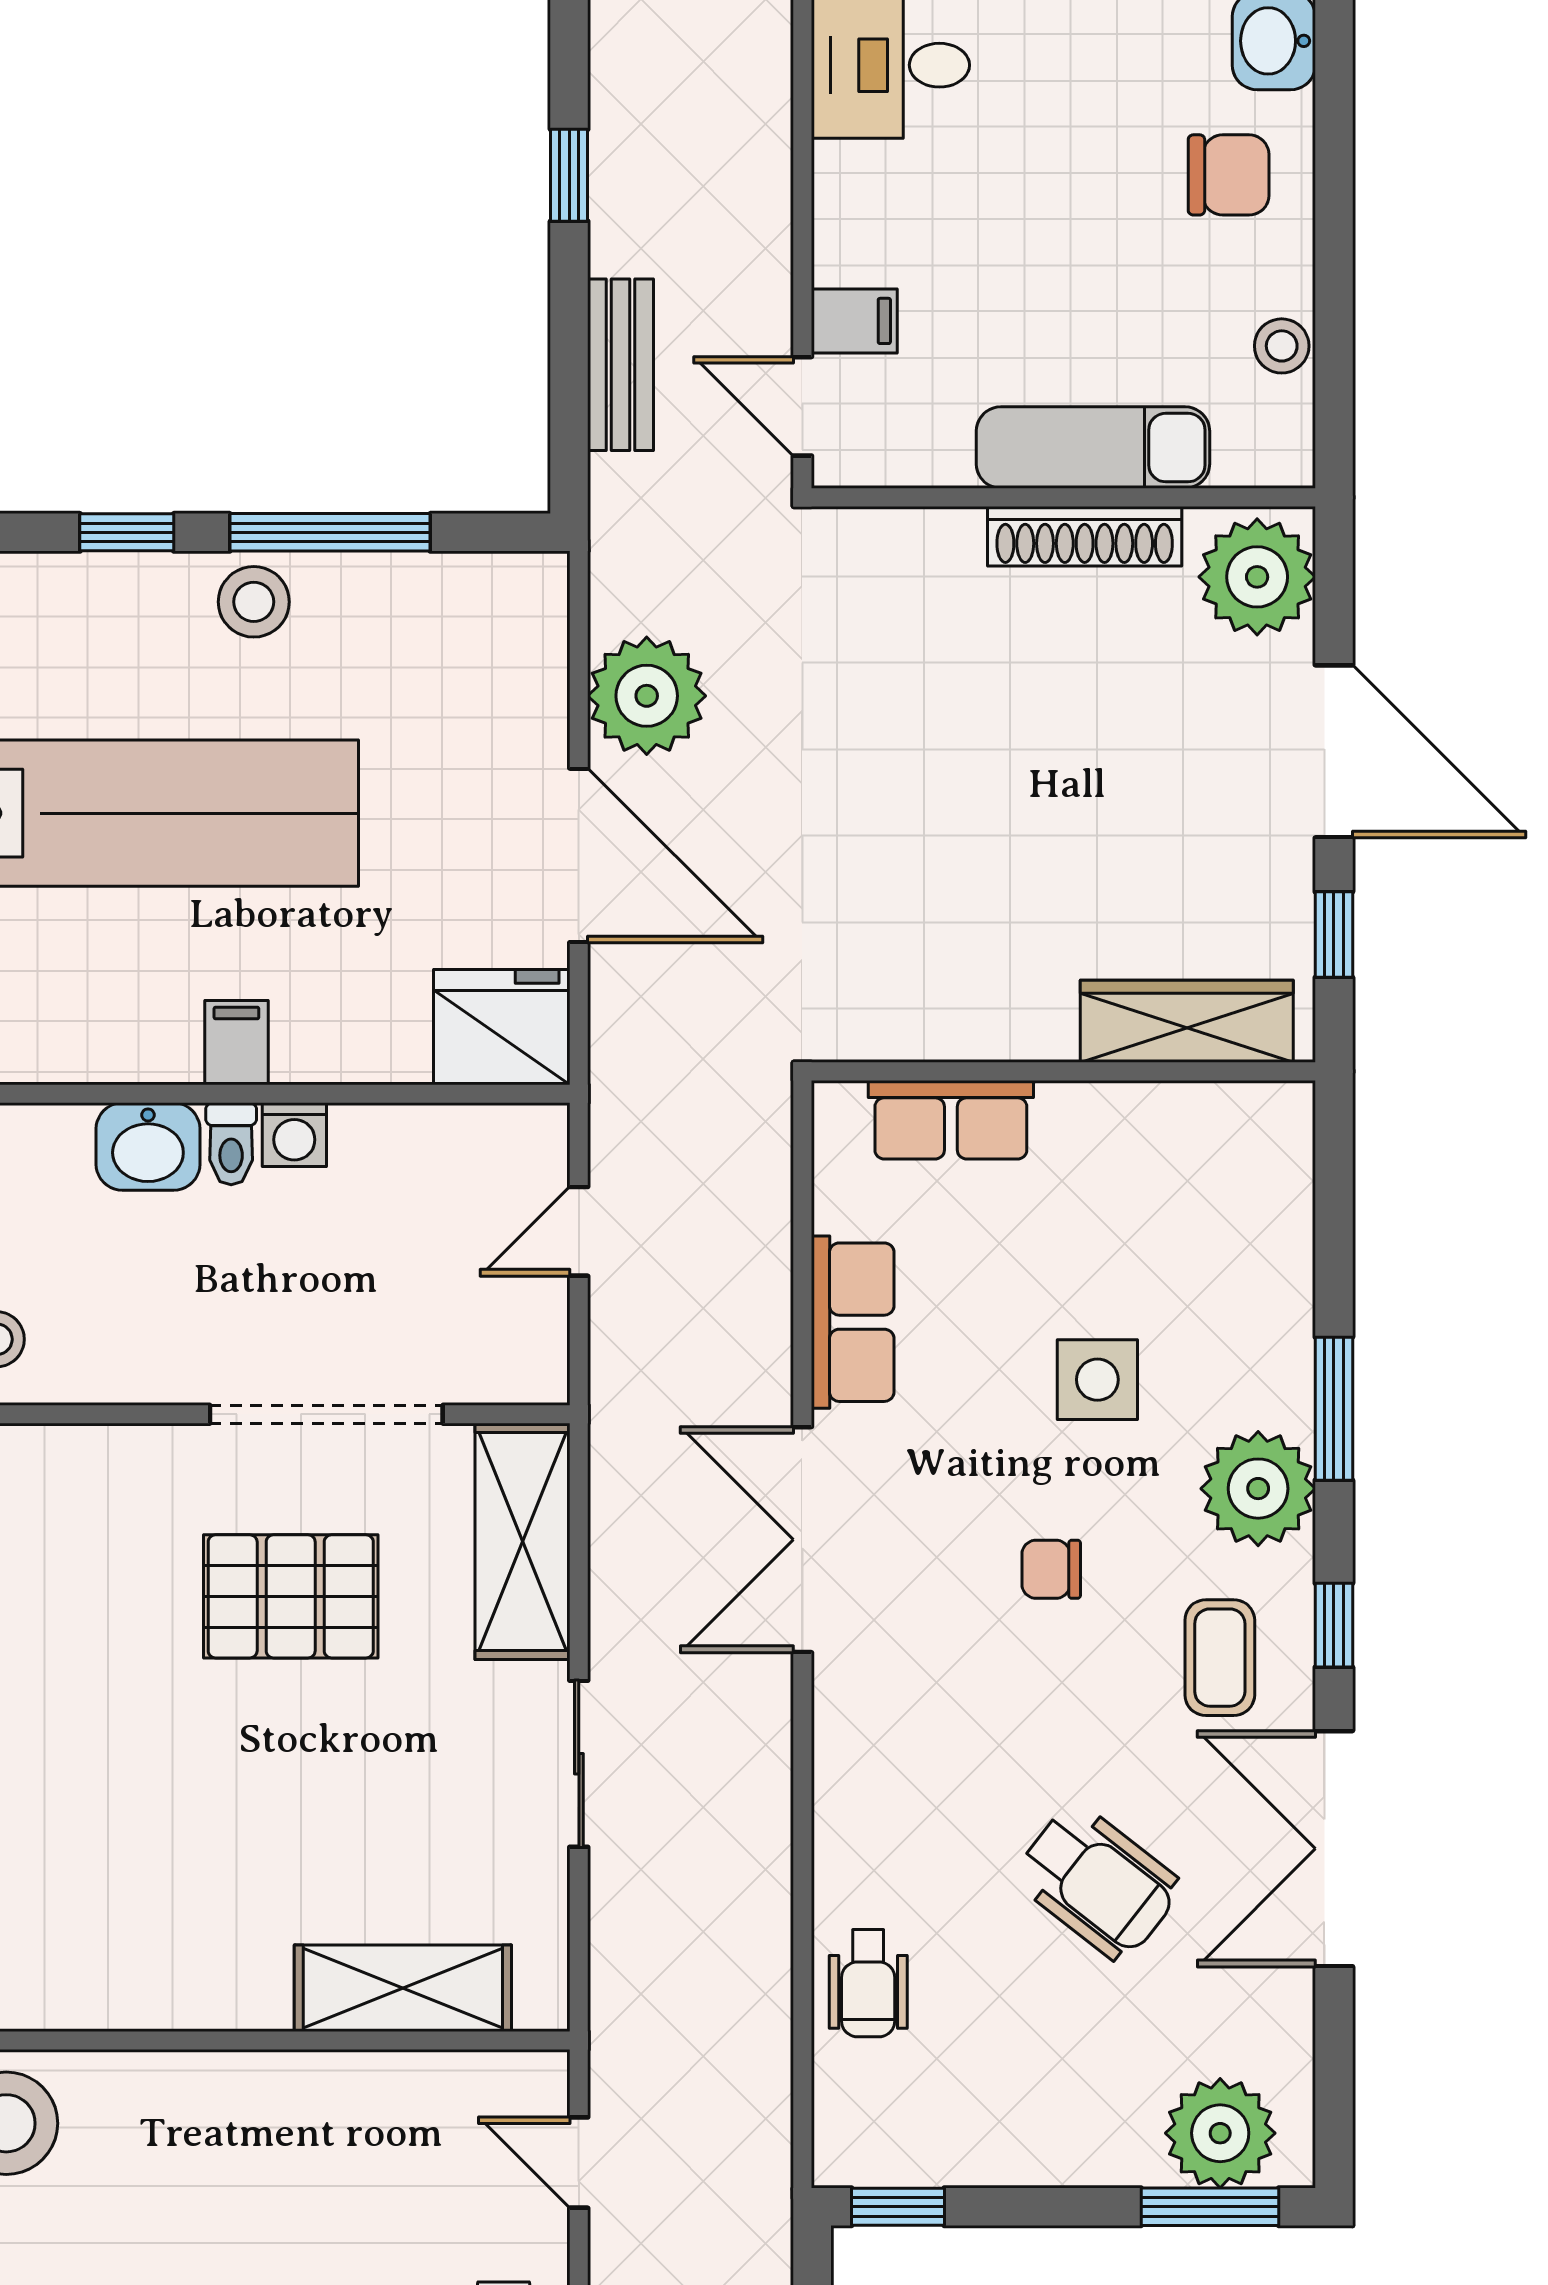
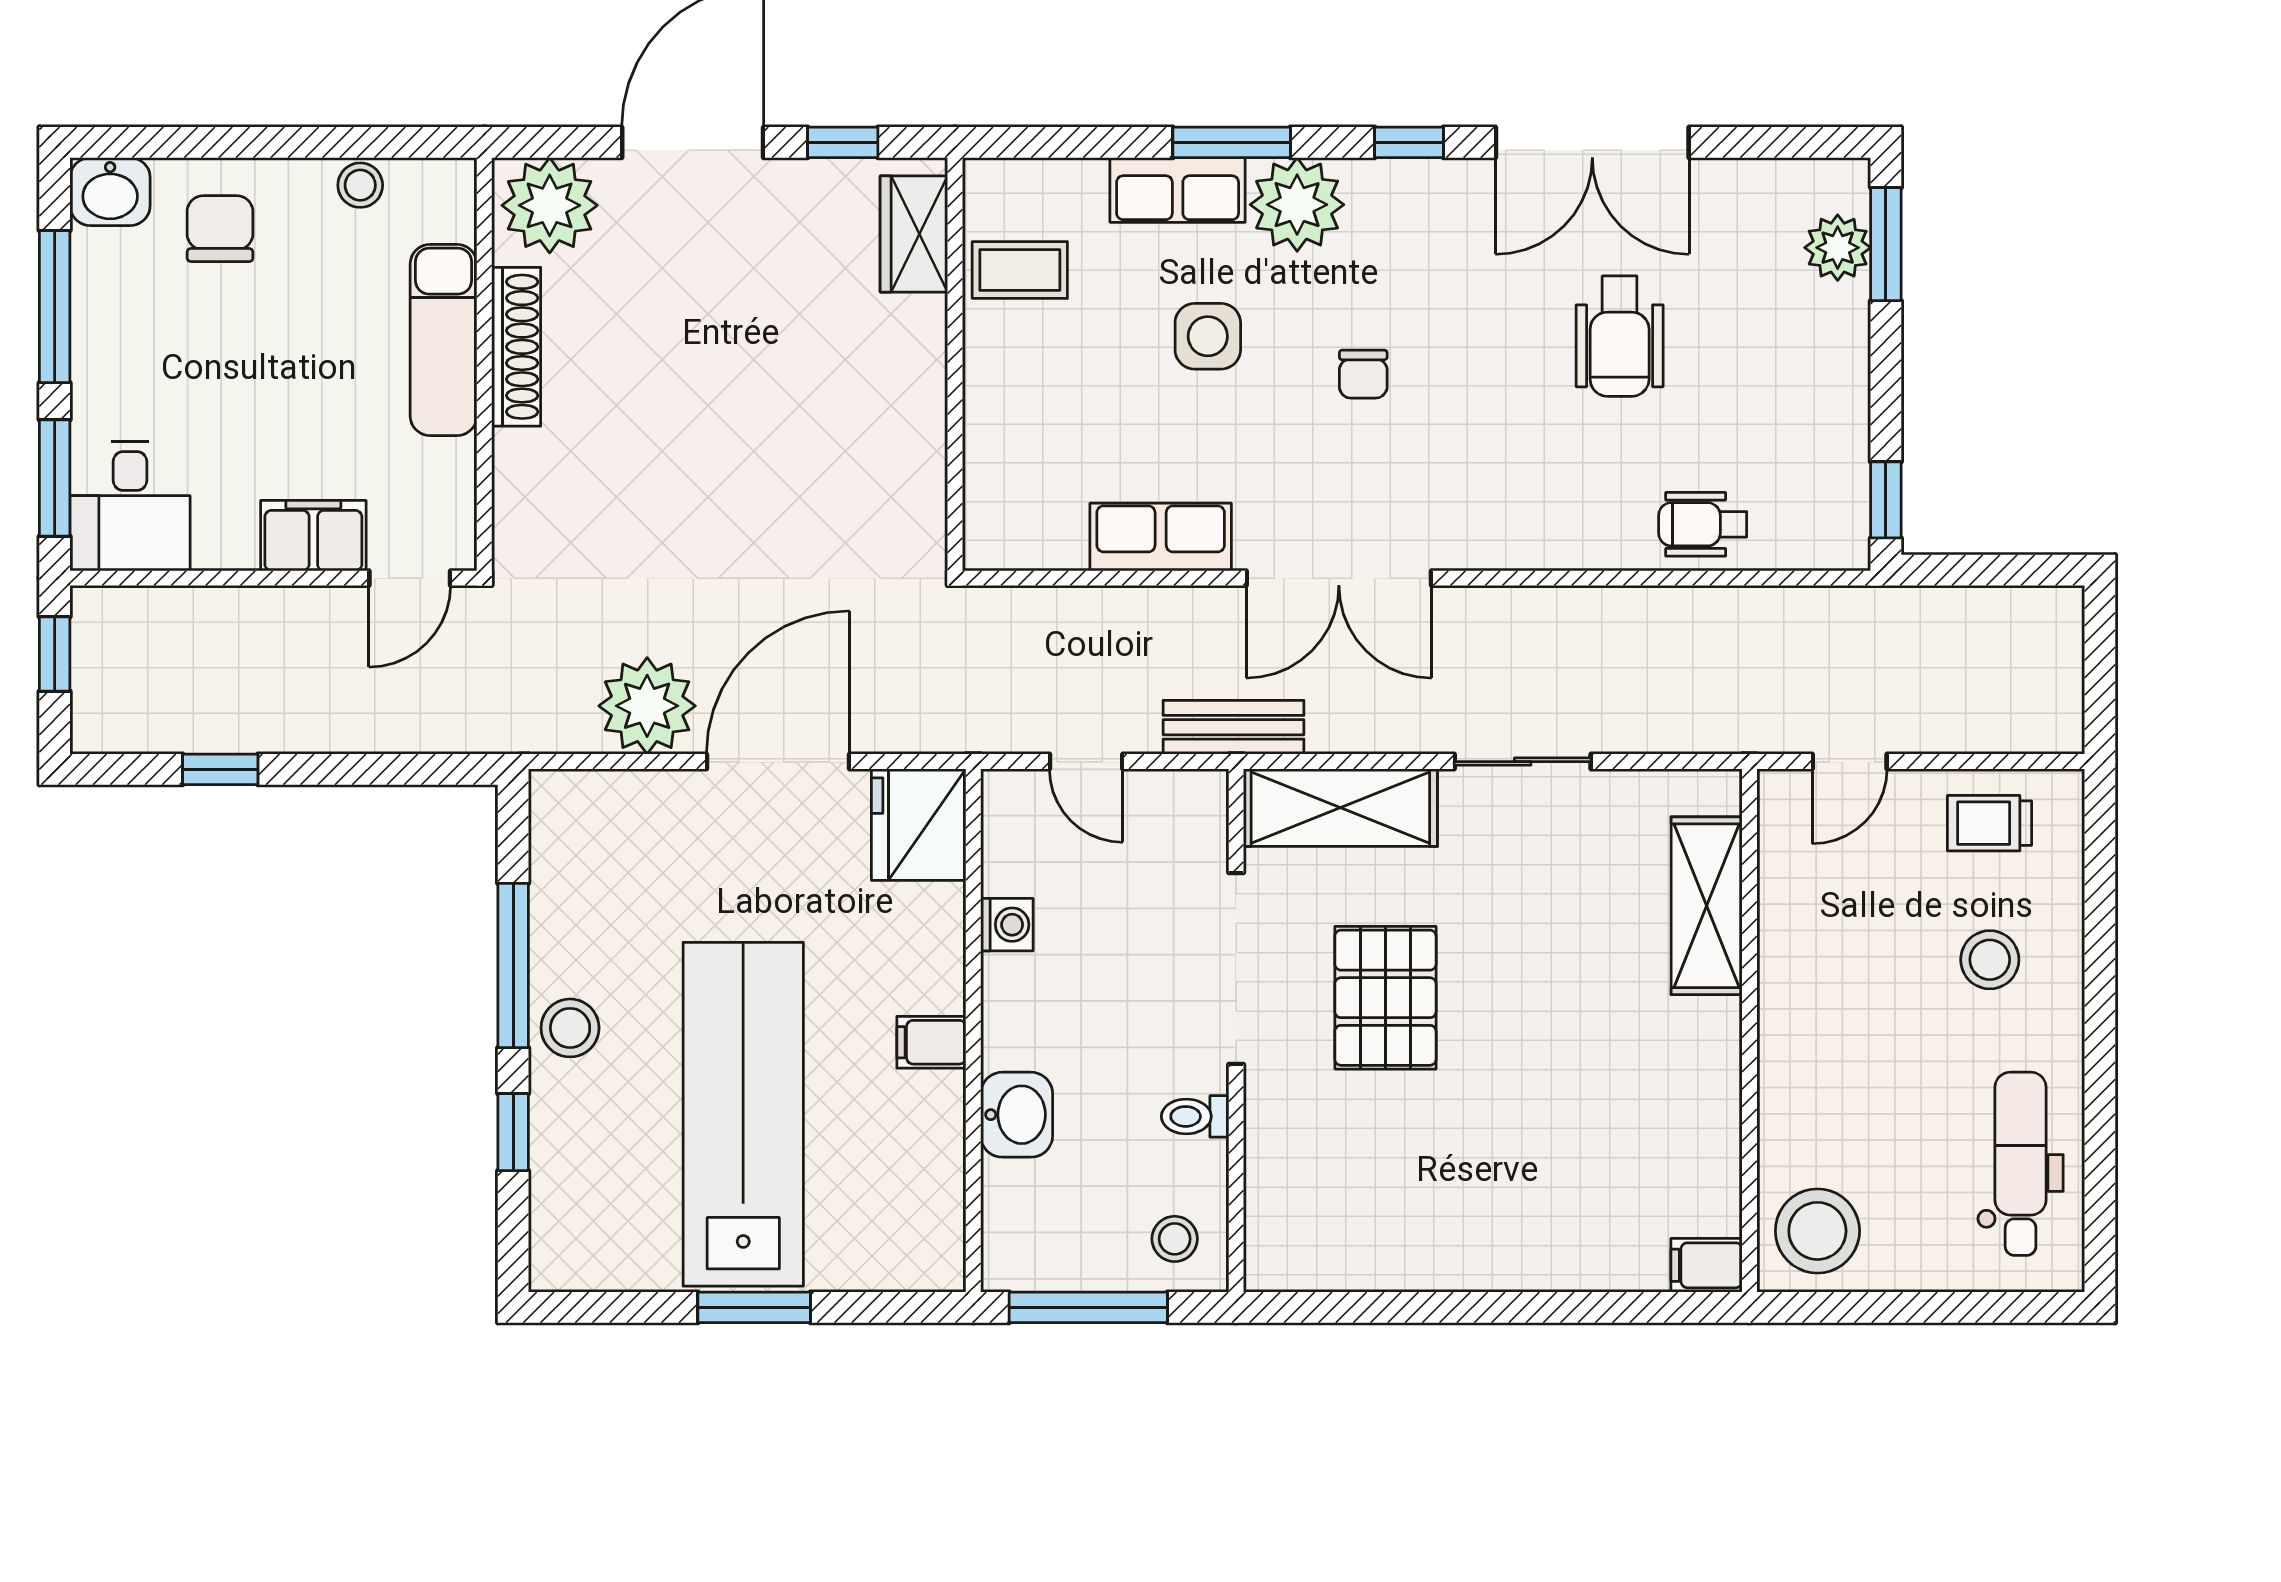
filing cabinet: (854, 321) -> (313, 536), width x2.00
bench: (621, 365) -> (1234, 727), moved
wardrobe: (1187, 1021) -> (914, 234), width x0.67
row of seats: (951, 1120) -> (1178, 190), moved, turned 90
washing machine: (294, 1135) -> (1007, 925), moved
toilet: (231, 1144) -> (1195, 1116), moved, turned 180
coffee table: (1220, 1658) -> (1020, 270), moved
wheelchair: (1098, 1882) -> (1620, 336), turned 142
wheelchair: (868, 1983) -> (1703, 524), turned 180
plant: (1220, 2133) -> (1838, 248), width x0.73, depth x0.73

